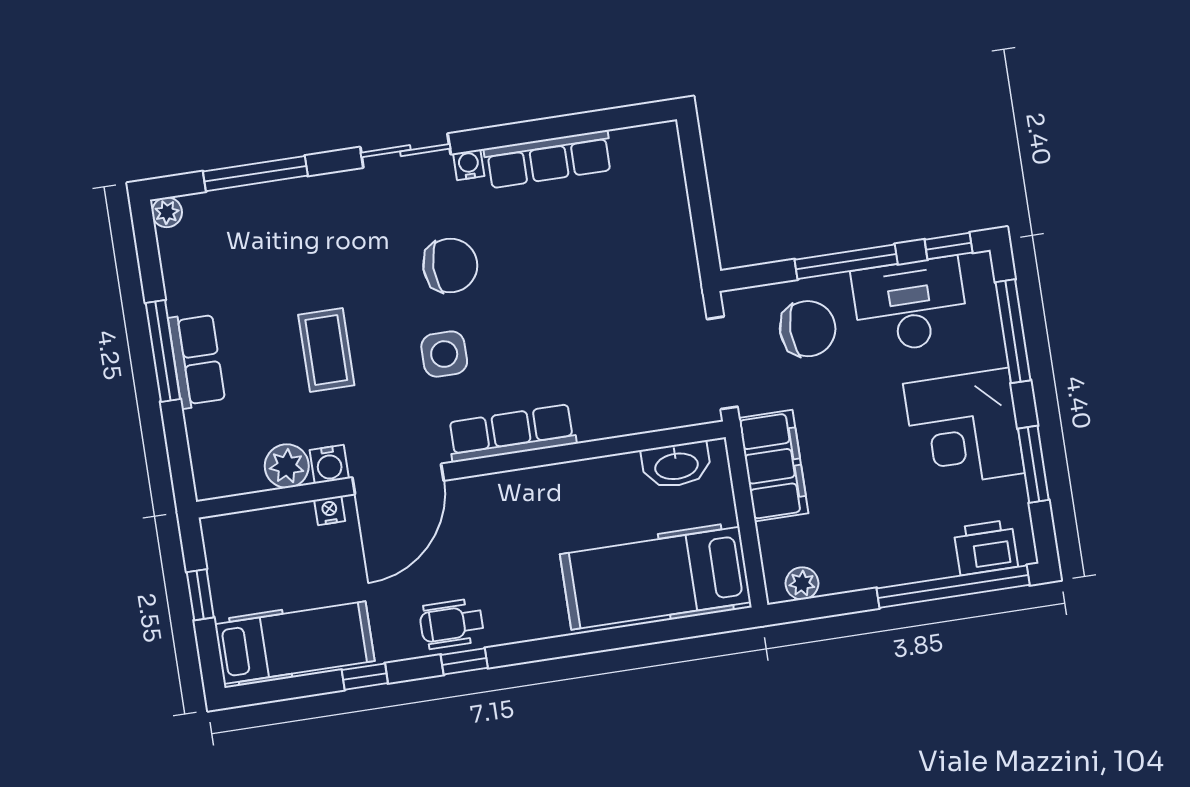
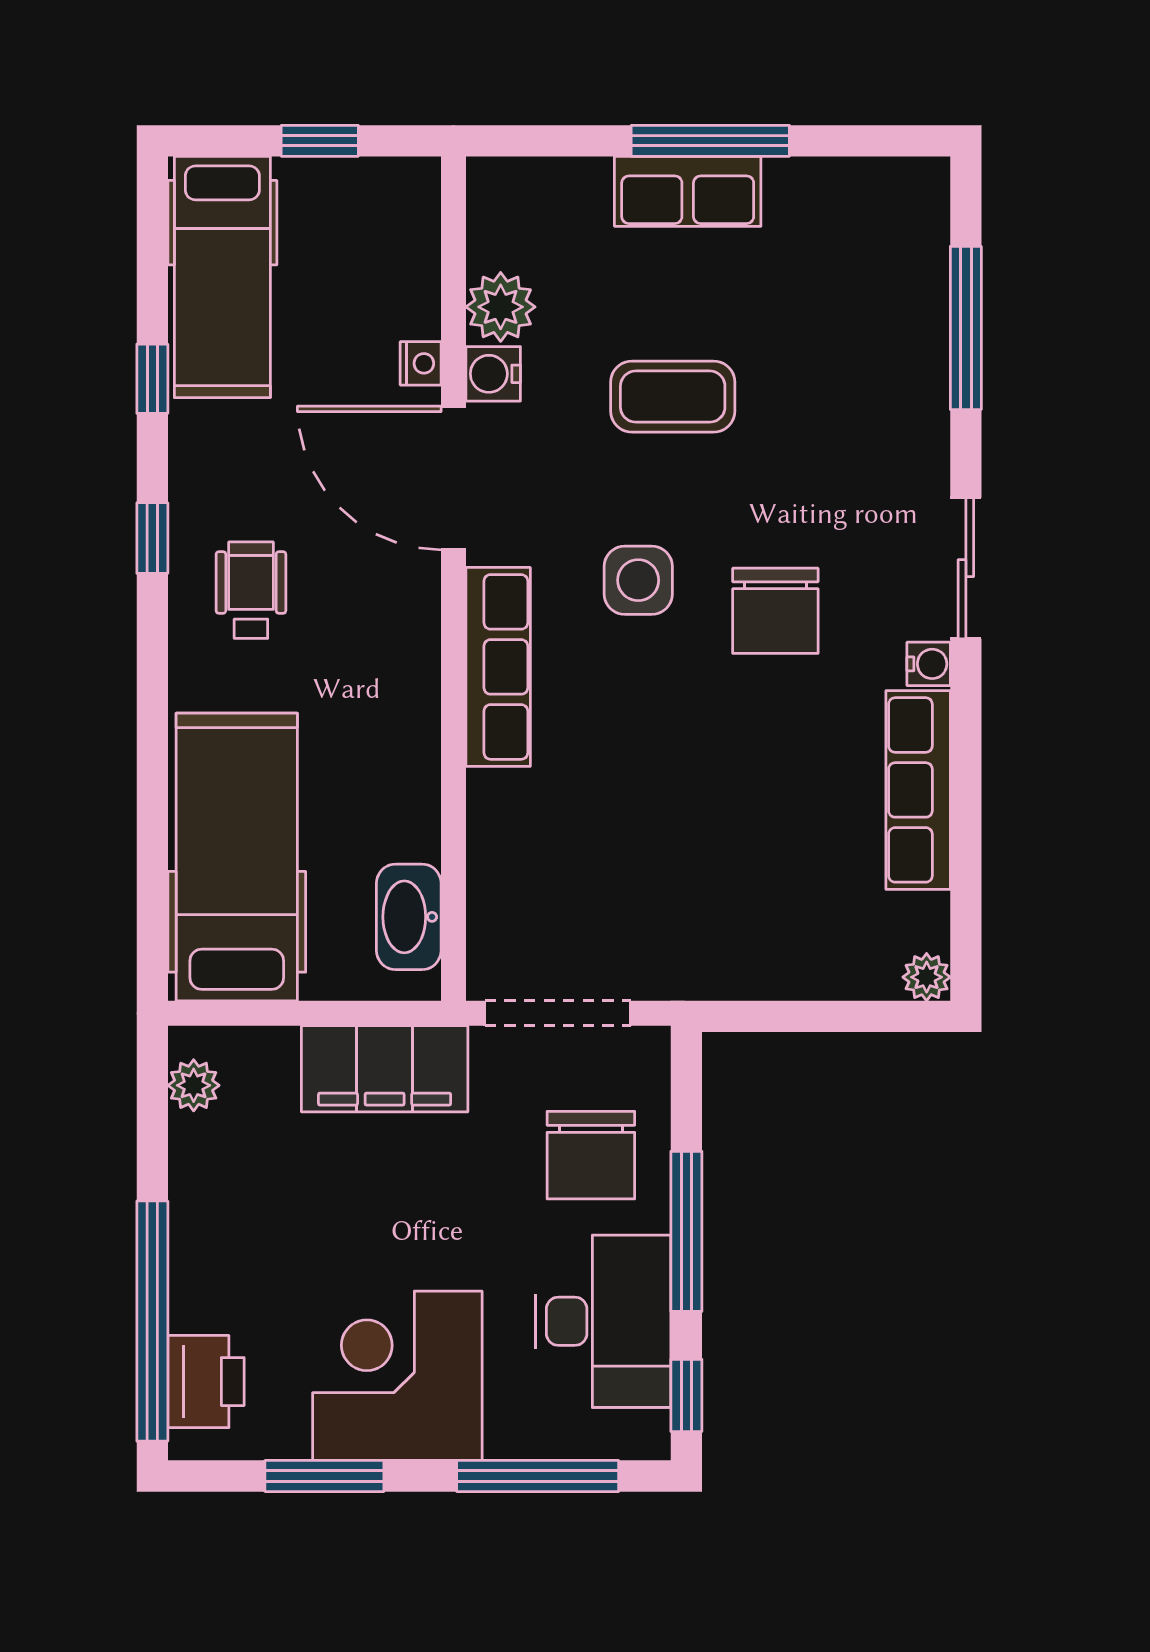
plant: (167, 212) -> (927, 977), moved
wheelchair: (452, 624) -> (251, 590), moved

